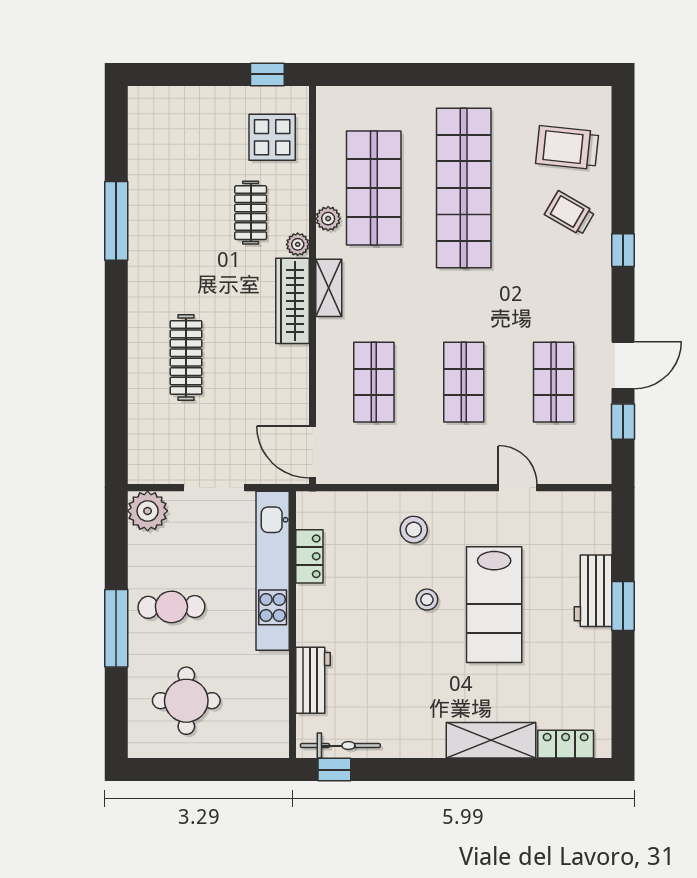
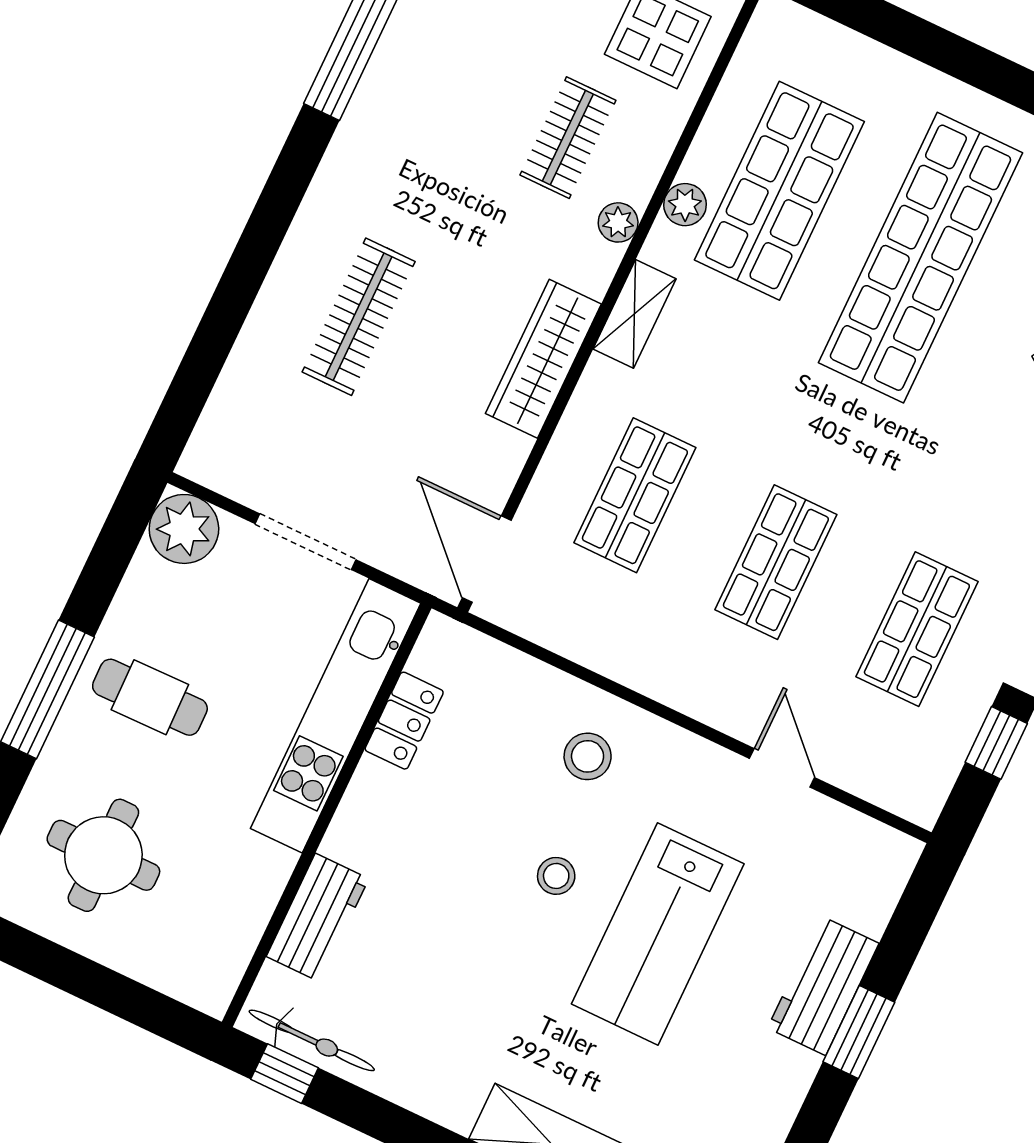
wardrobe: (293, 301) -> (543, 359), moved

